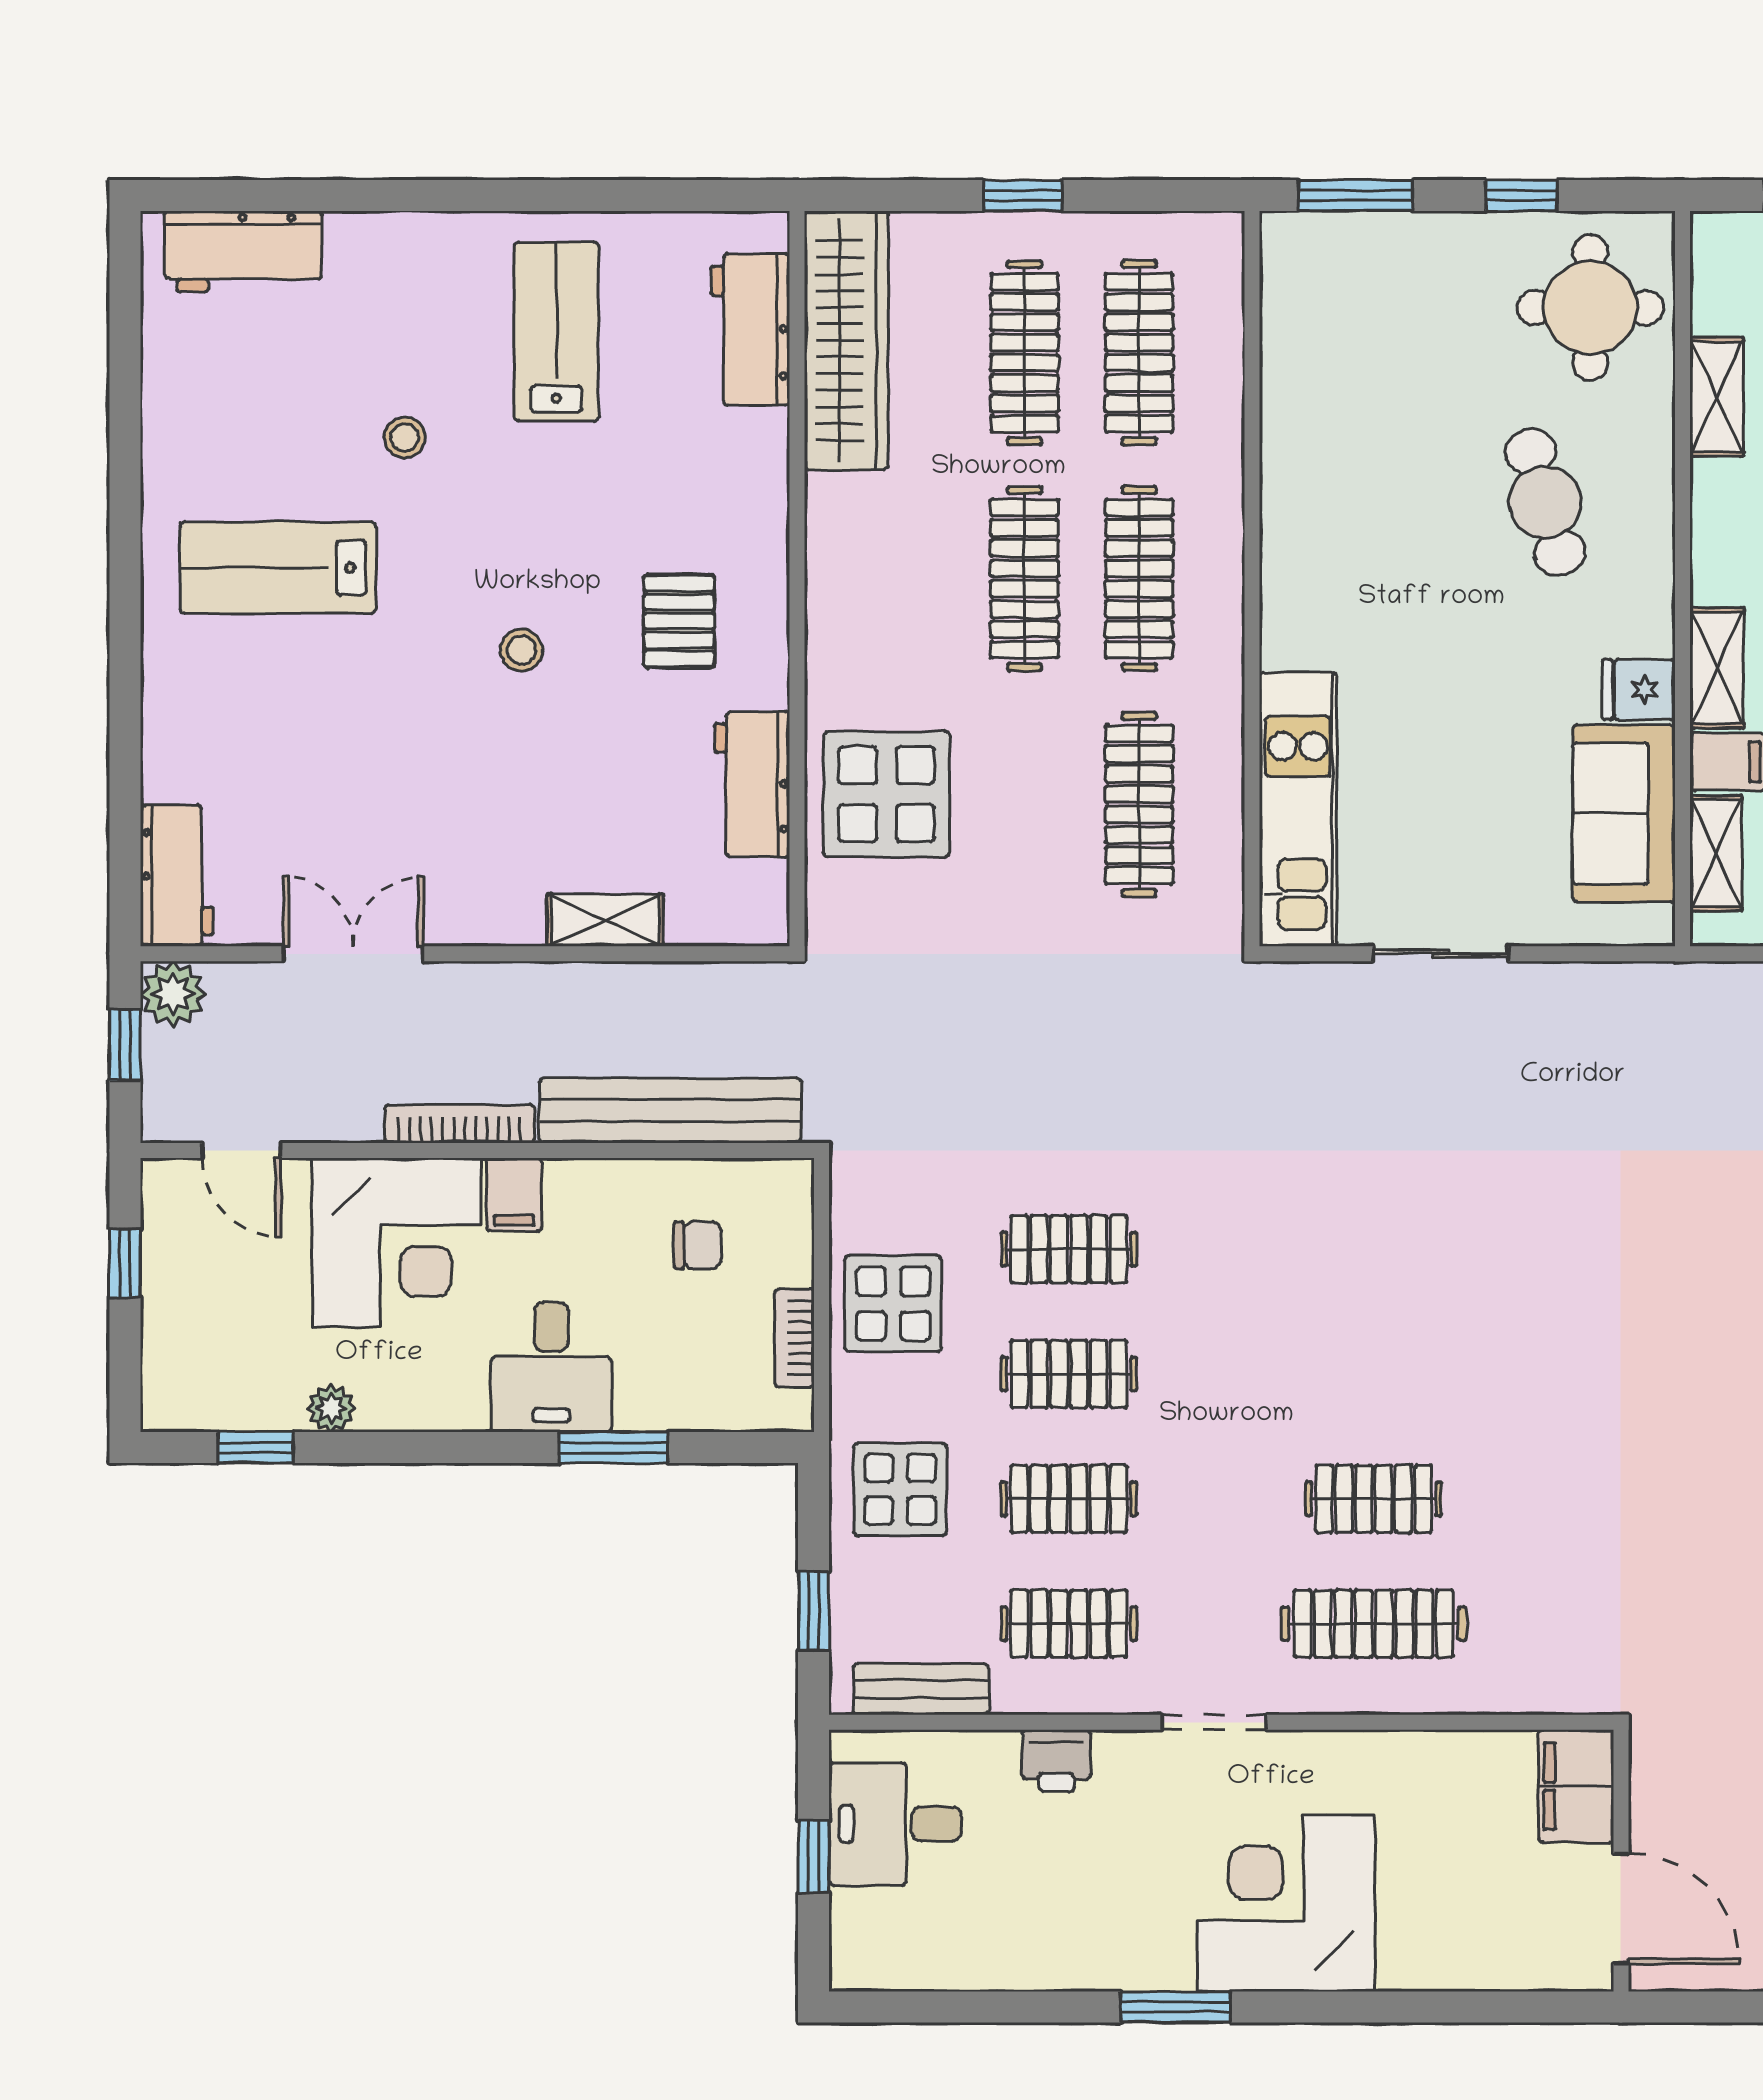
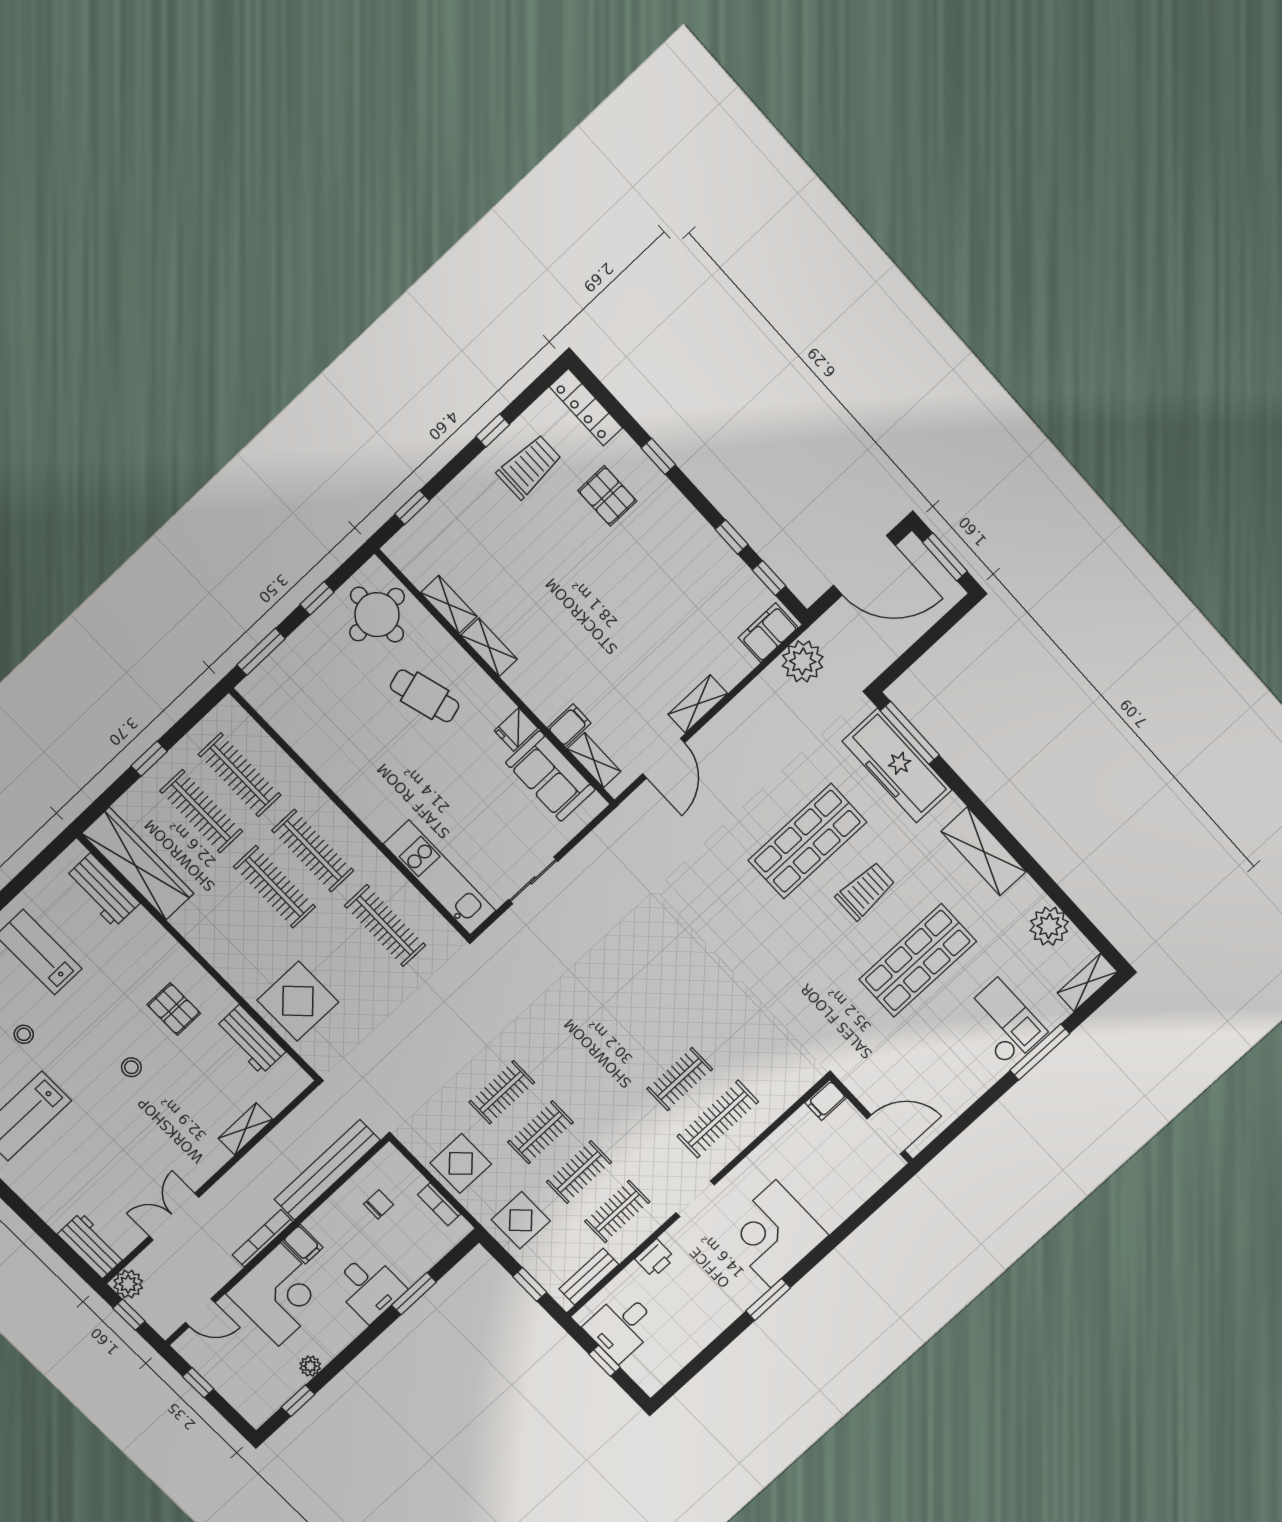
shelving: (1717, 668) -> (489, 647), moved
filing cabinet: (1576, 1786) -> (826, 1100), width x0.50

